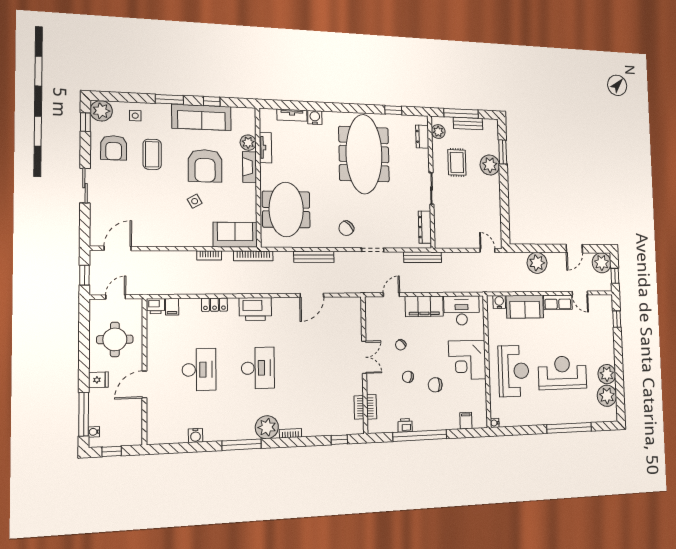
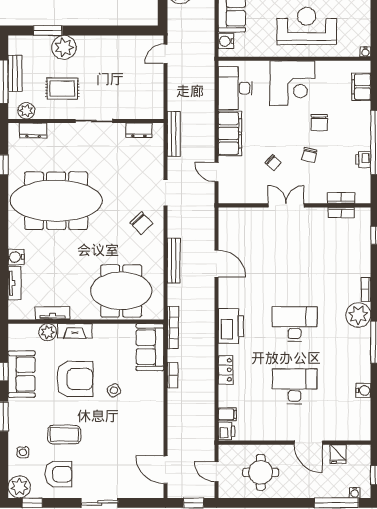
sofa: (202, 117) -> (22, 374), width x0.73
dresser: (425, 227) -> (139, 130), width x0.70
fridge: (98, 380) -> (338, 454), moved, turned 180
filing cabinet: (466, 421) -> (361, 87), width x2.00

